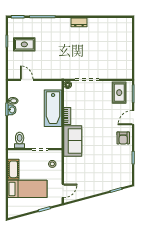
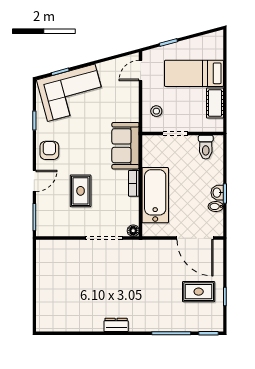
door: (27, 80) -> (195, 238), width x1.87
rug: (119, 93) -> (81, 191), moved
corner sofa: (109, 176) -> (71, 93), added

